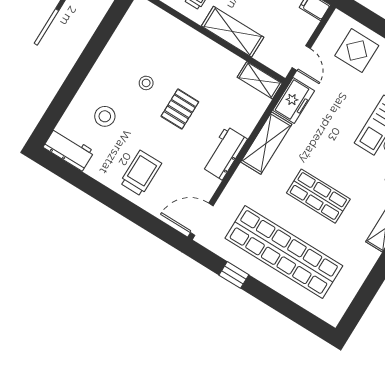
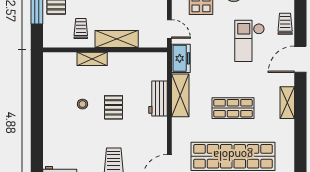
shelving: (260, 80) -> (92, 59), moved
stool: (105, 116) -> (70, 141), removed
workbench: (224, 153) -> (158, 99), moved

